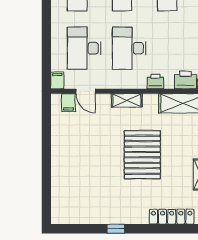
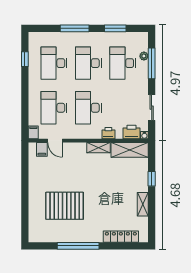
shelving: (127, 100) -> (98, 148), moved
pallet: (142, 155) -> (65, 206), moved, turned 90
window: (116, 229) -> (78, 246), width x3.17

